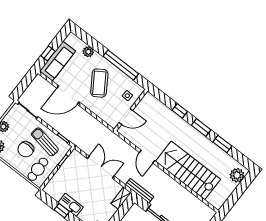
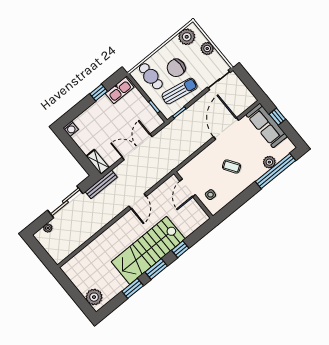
window: (121, 65) -> (276, 171), moved
coffee table: (99, 83) -> (232, 166), width x0.54, depth x0.58
chair: (26, 149) -> (176, 68), turned -90
door: (147, 157) -> (138, 201), swing flipped
double door: (101, 167) -> (137, 147), swing flipped
stairs: (188, 170) -> (148, 250), moved, turned 180
kitchen sink: (71, 205) -> (120, 90), moved

